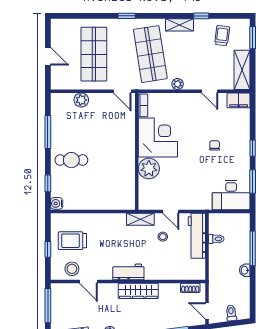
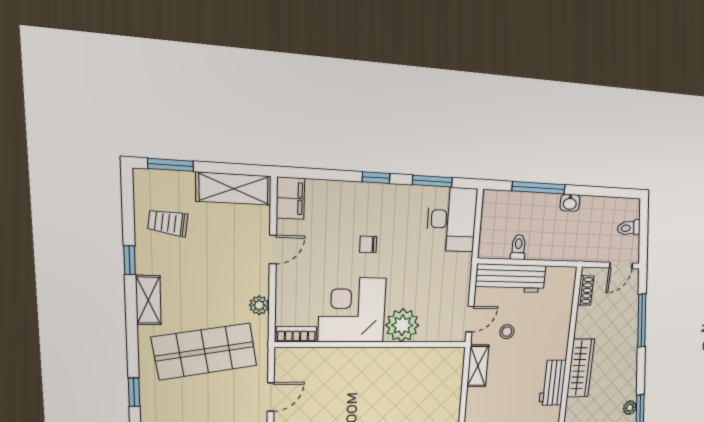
bookcase: (143, 105) -> (296, 334), moved
corner desk: (158, 137) -> (352, 310), moved
wall: (137, 151) -> (373, 345), moved
plant: (149, 169) -> (402, 325), moved

